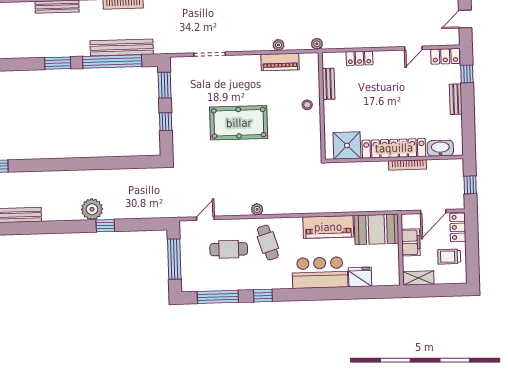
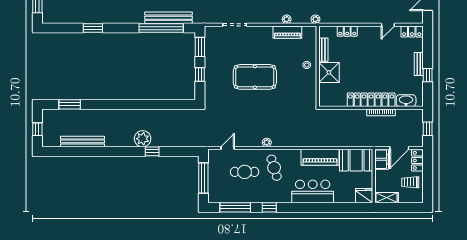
window: (58, 63) -> (93, 28), moved
window: (467, 74) -> (428, 75), moved
shower: (347, 145) -> (329, 72), moved
filing cabinet: (411, 242) -> (382, 159), moved
fridge: (360, 277) -> (364, 196), moved

